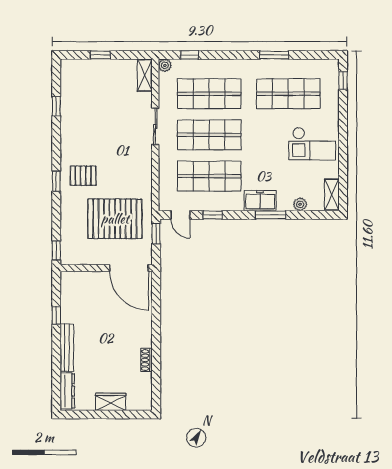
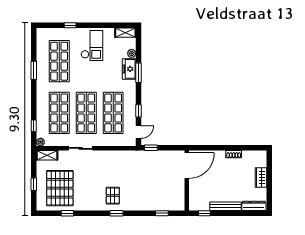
window: (343, 81) -> (70, 25), moved
freezer: (260, 201) -> (129, 69), moved
pallet: (115, 219) -> (60, 188), moved
wall: (106, 268) -> (187, 180), moved
door: (129, 268) -> (187, 166), moved

